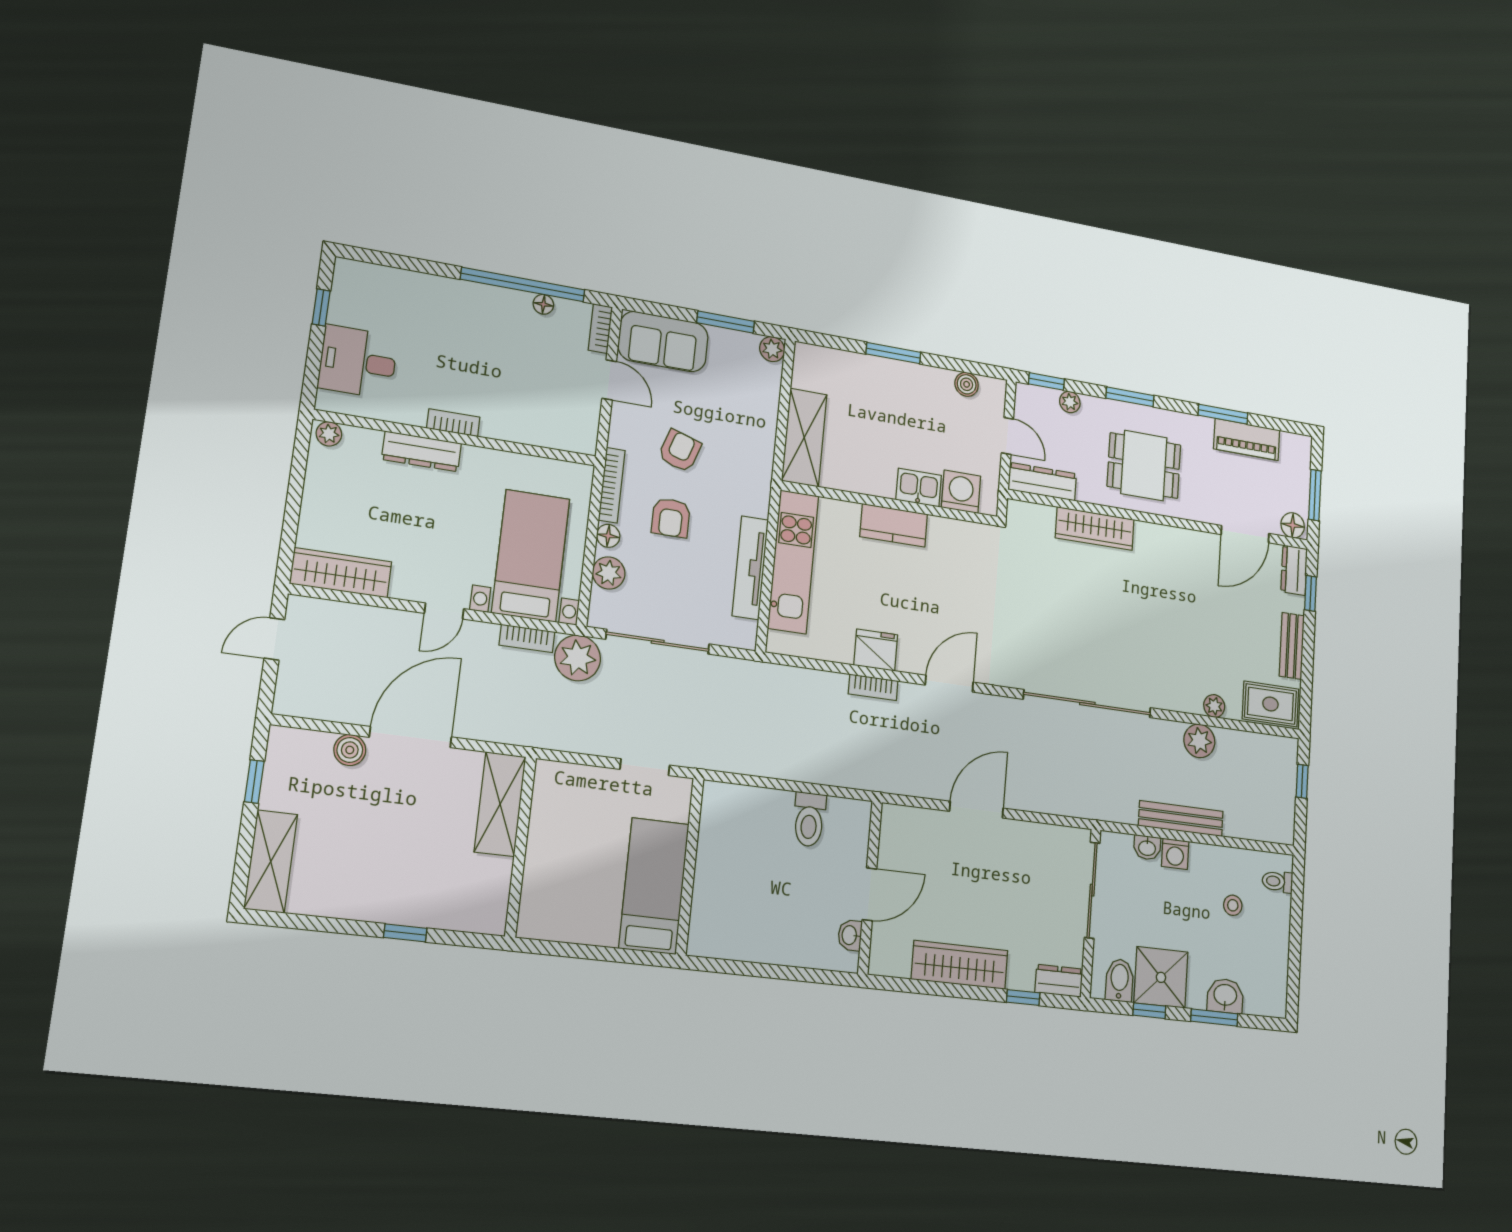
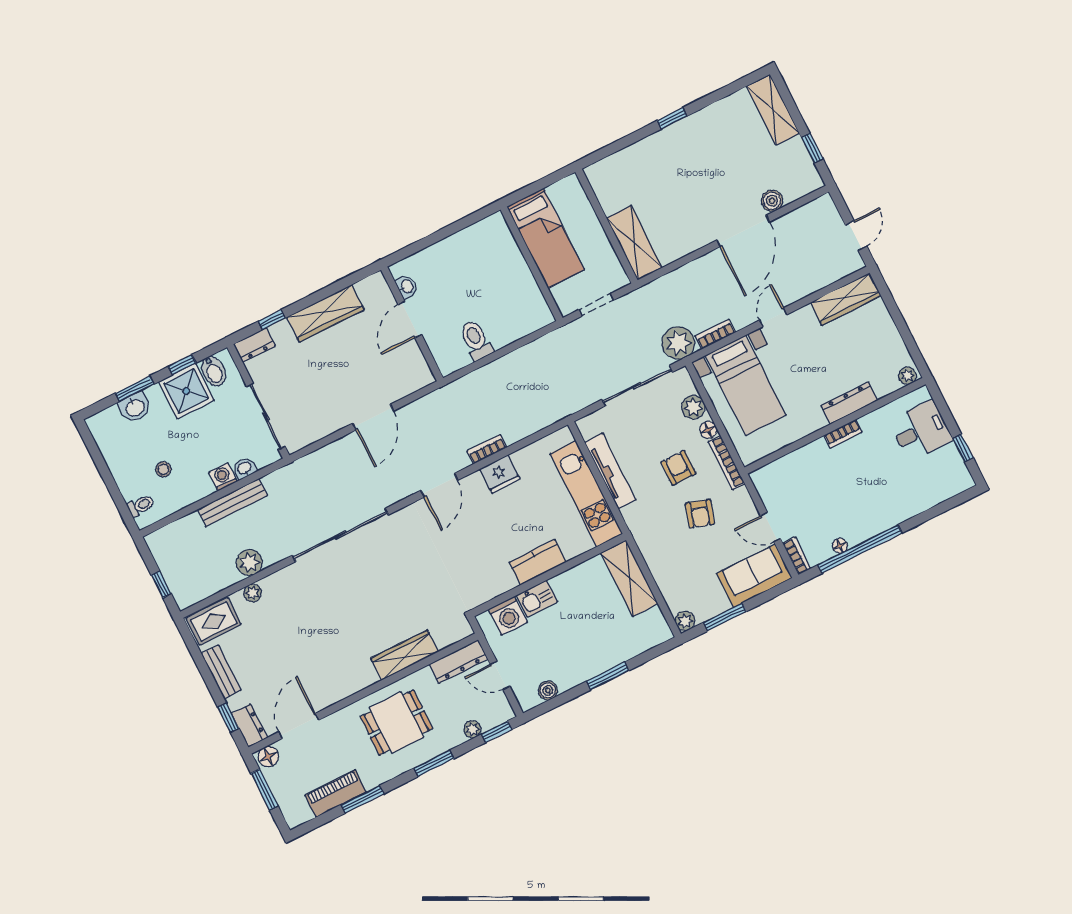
shelving: (500, 804) -> (634, 243), moved
wall: (521, 847) -> (607, 226), moved

